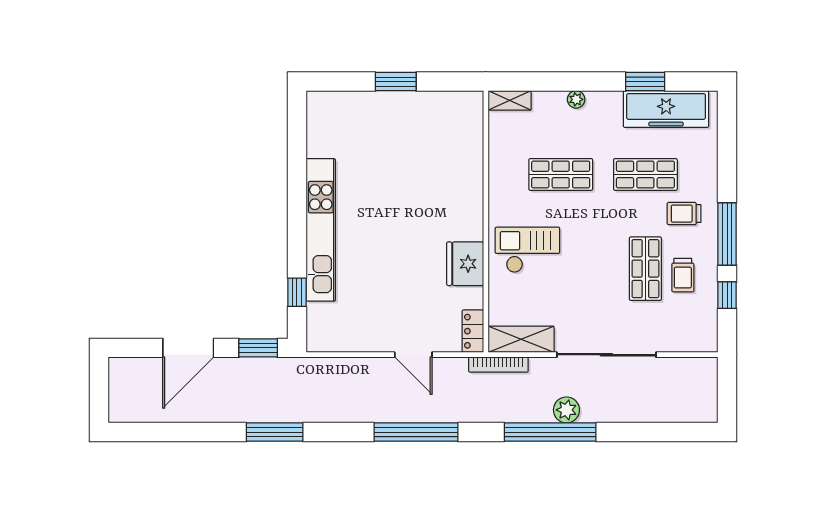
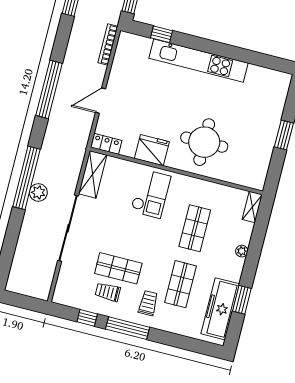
round table: (435, 192) -> (204, 142), added
bookcase: (498, 365) -> (108, 44), moved

